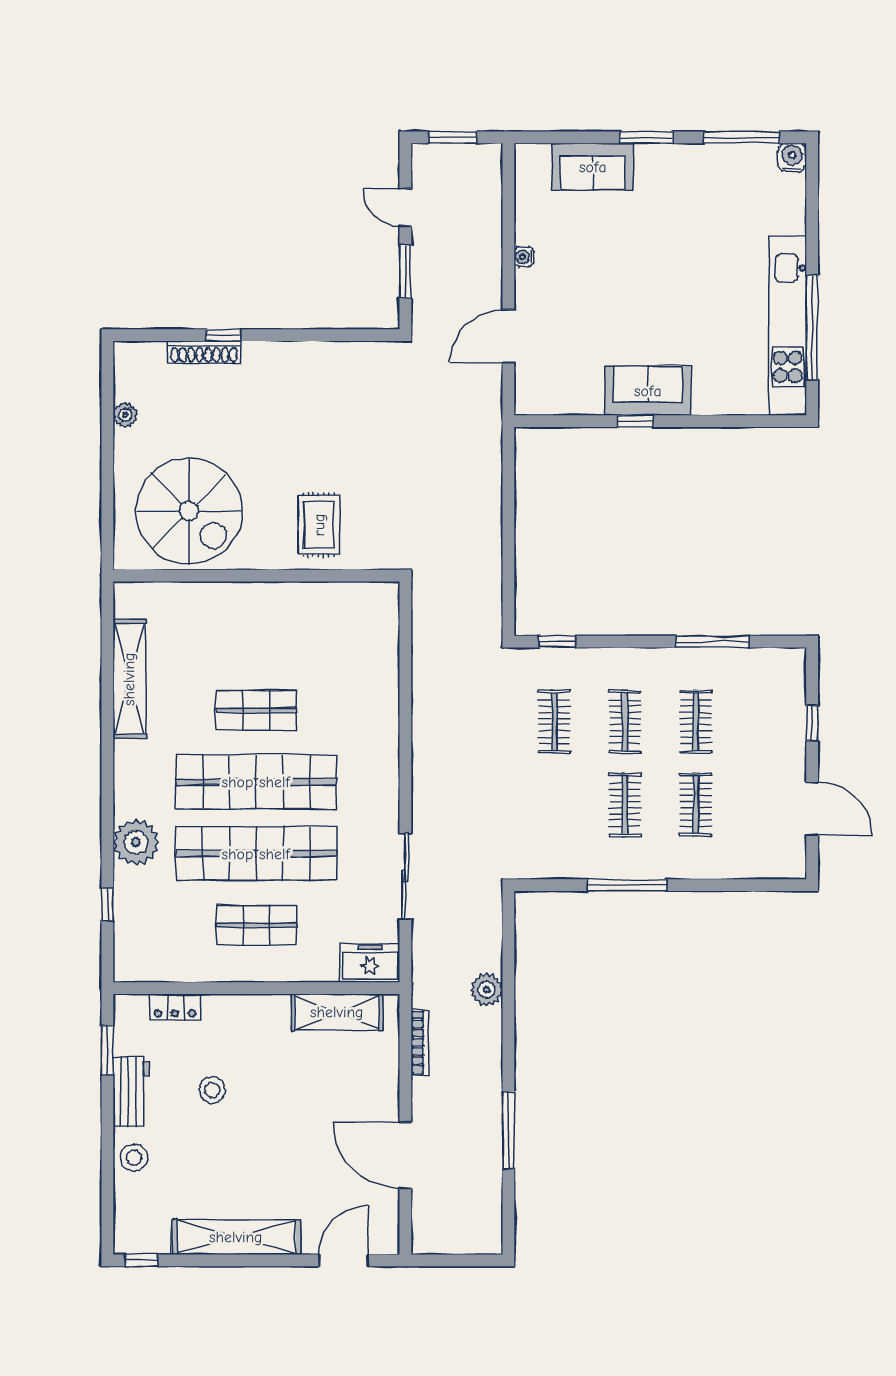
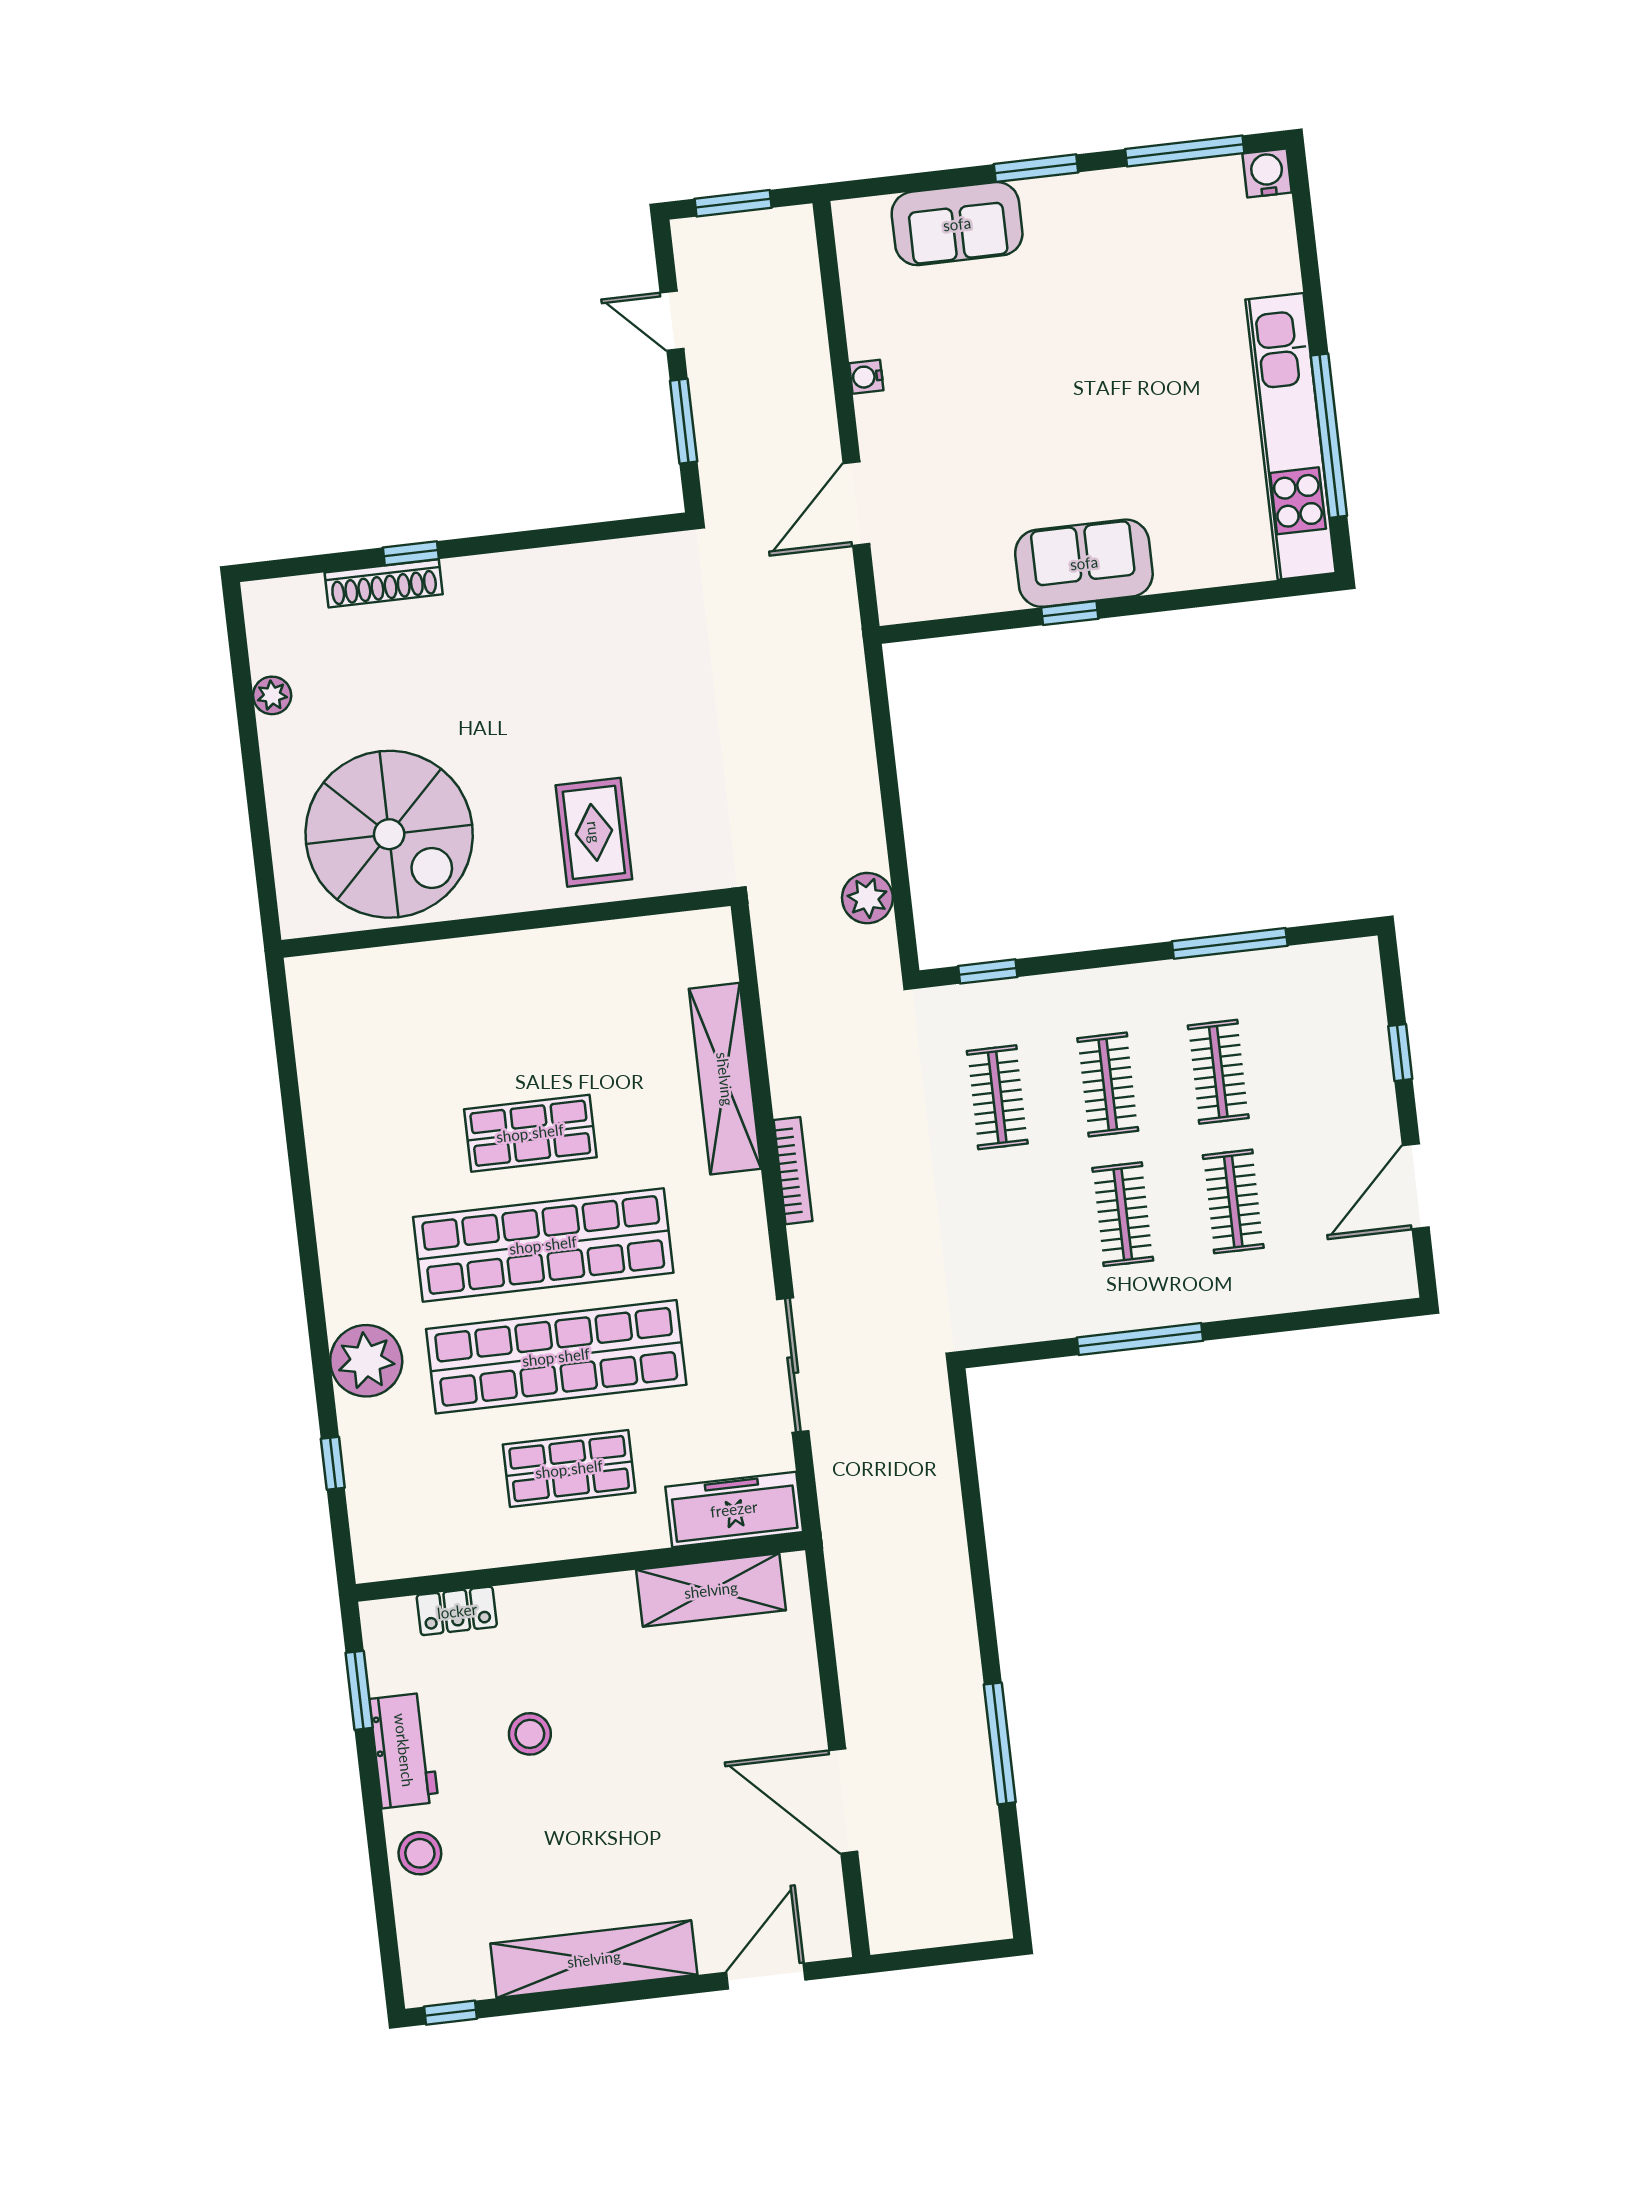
shelving: (129, 679) -> (725, 1079), moved
door: (812, 809) -> (1416, 1186), swing flipped
freezer: (370, 963) -> (734, 1509), width x1.40
plant: (487, 990) -> (867, 898), moved
bookcase: (420, 1042) -> (793, 1171), moved

